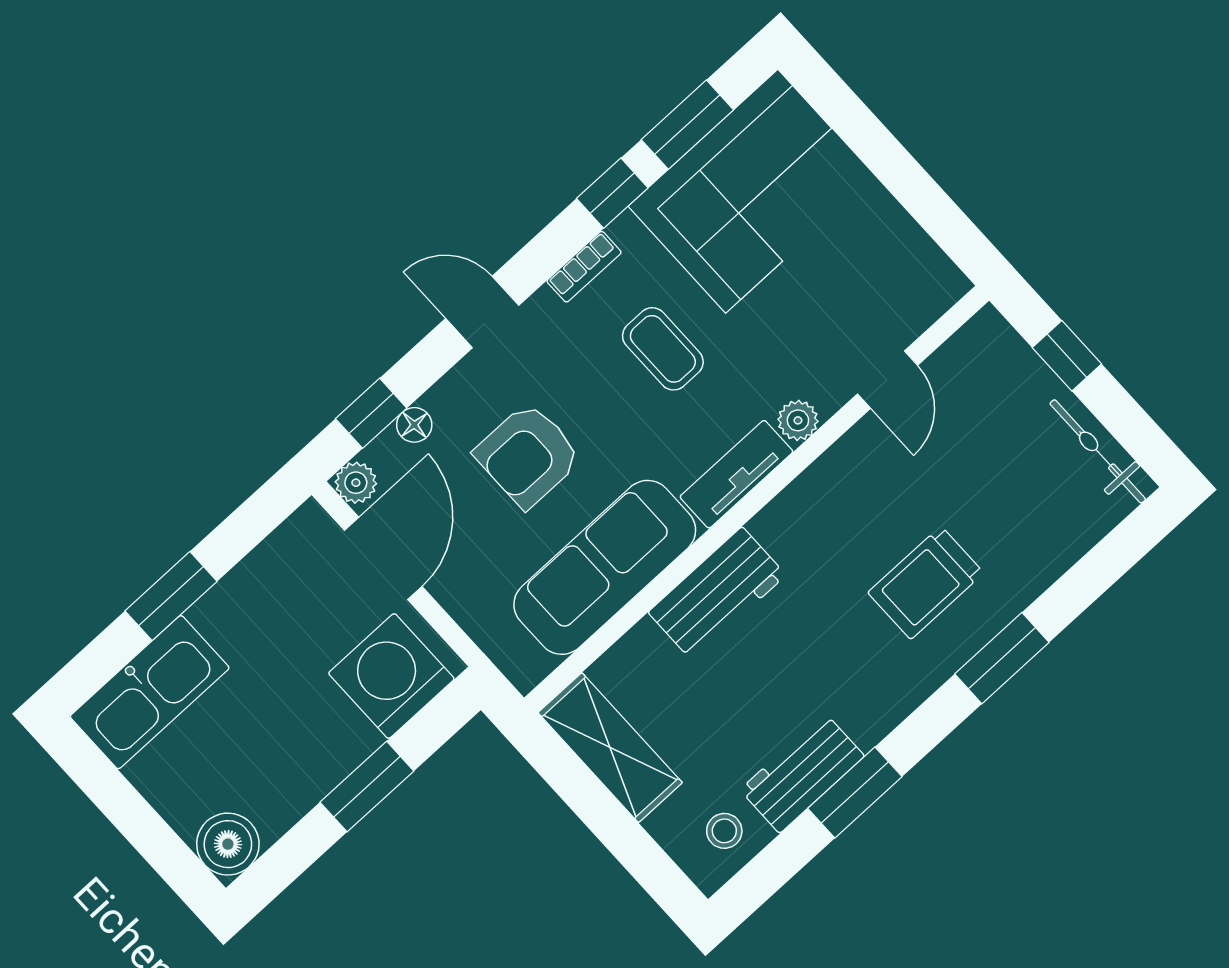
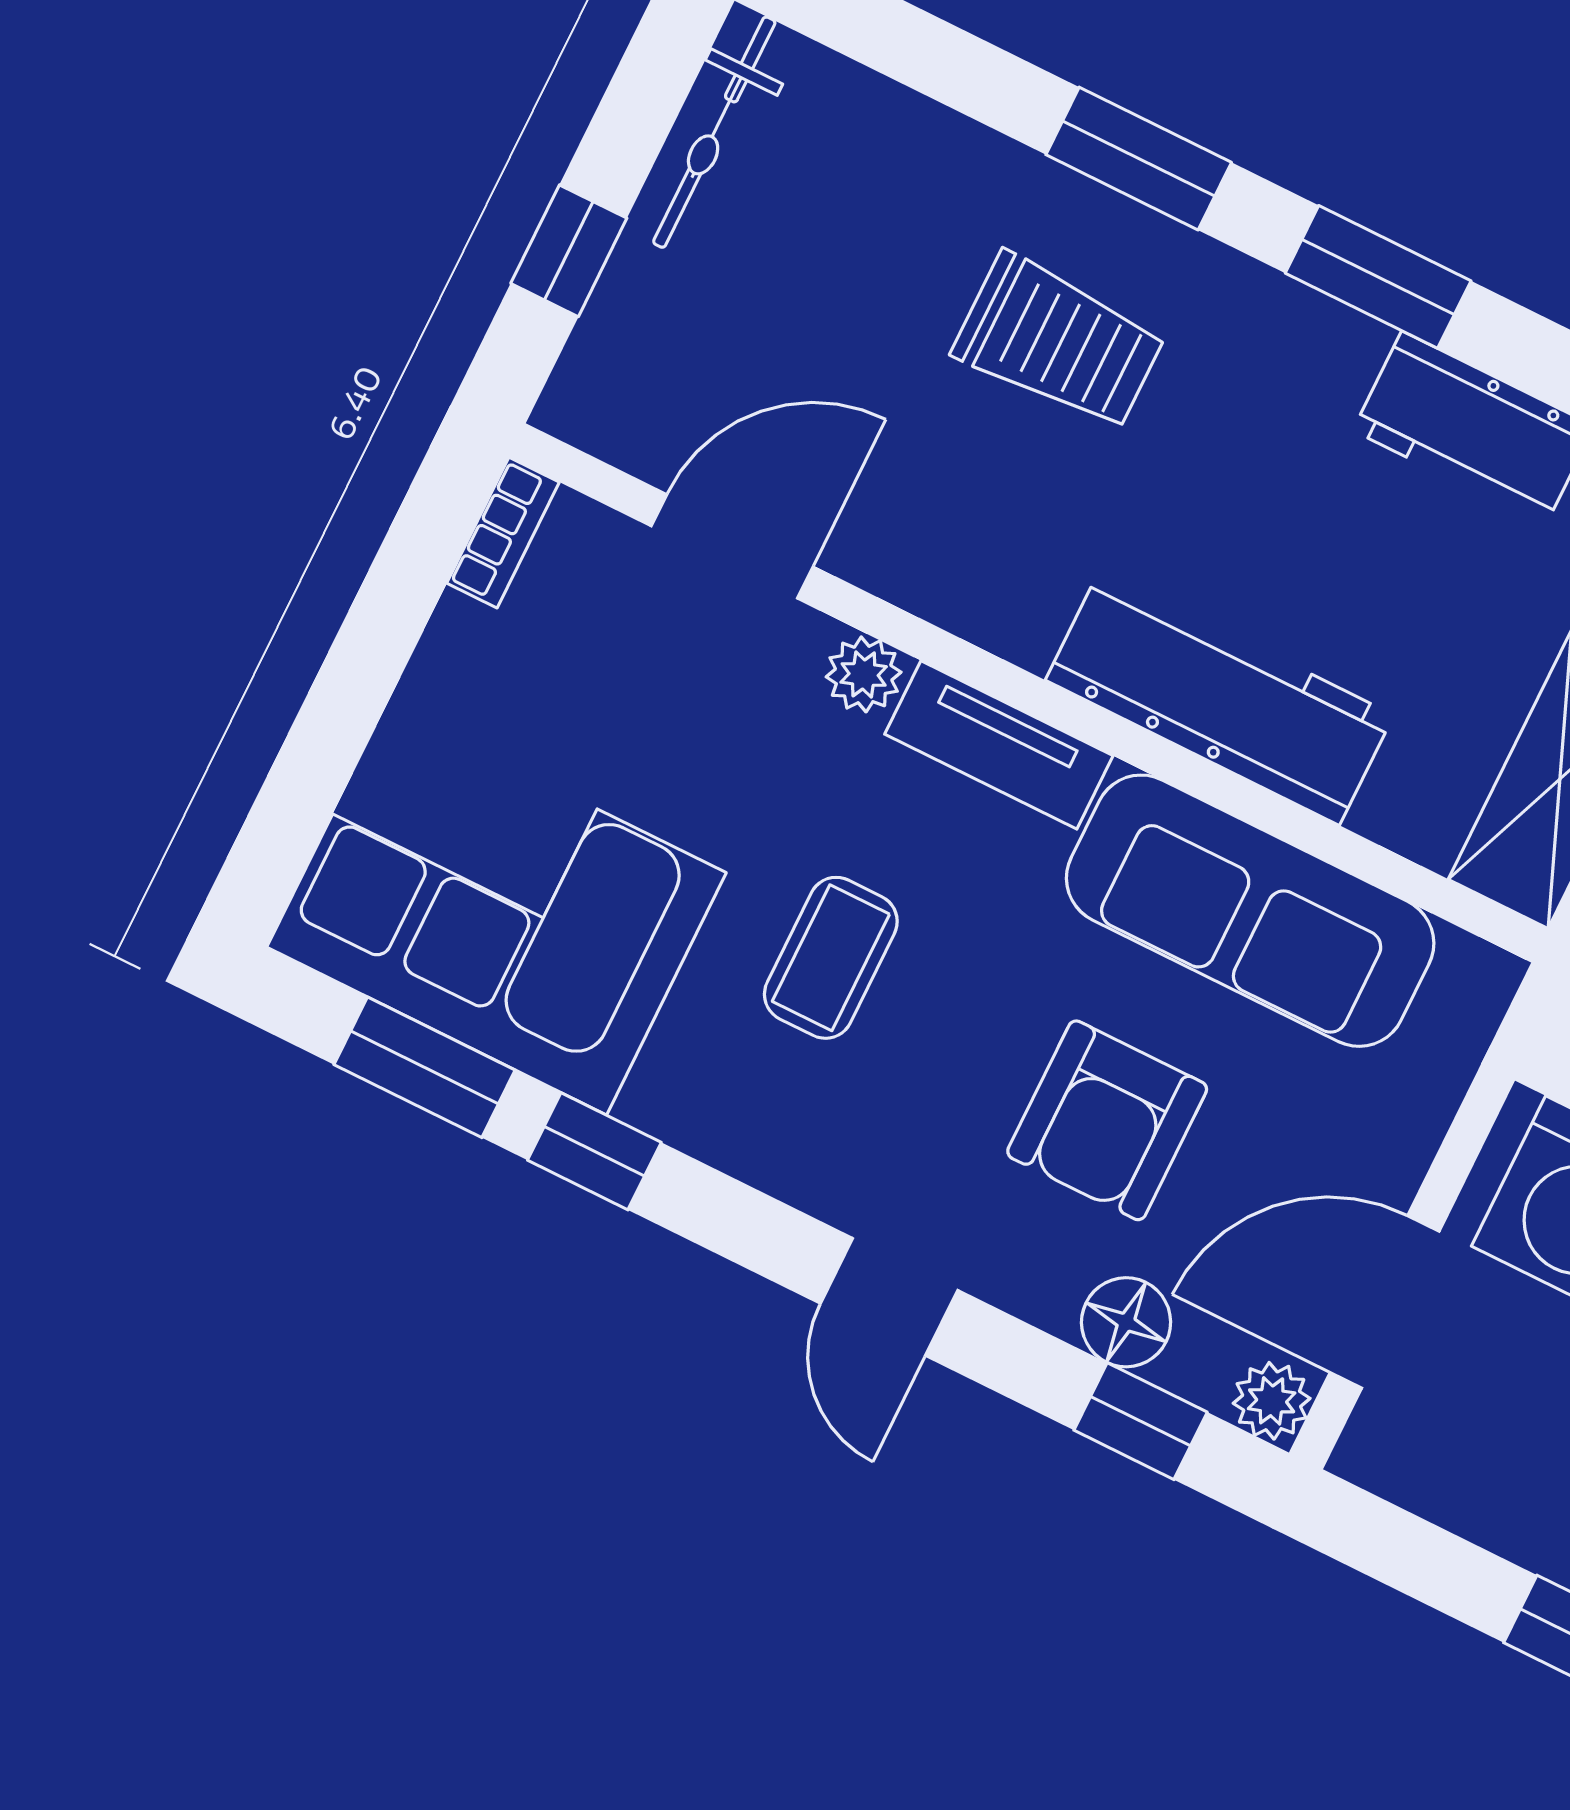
bookcase: (584, 267) -> (503, 533), moved, turned 90
door: (887, 380) -> (732, 546), width x1.37
floor lamp: (414, 425) -> (1126, 1322), width x1.37, depth x1.37
armchair: (528, 455) -> (1107, 1120), turned 90
workbench: (717, 594) -> (1220, 697), width x1.38
window: (855, 793) -> (1378, 277), moved

